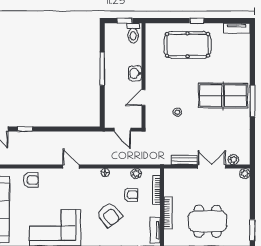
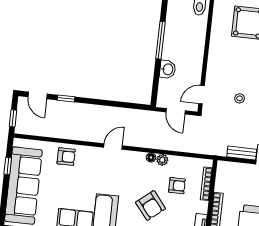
washbasin: (135, 73) -> (168, 69), moved, turned 180
door: (143, 98) -> (201, 95), moved
door: (71, 167) -> (113, 146), hinge flipped
plant: (136, 174) -> (162, 160), moved

